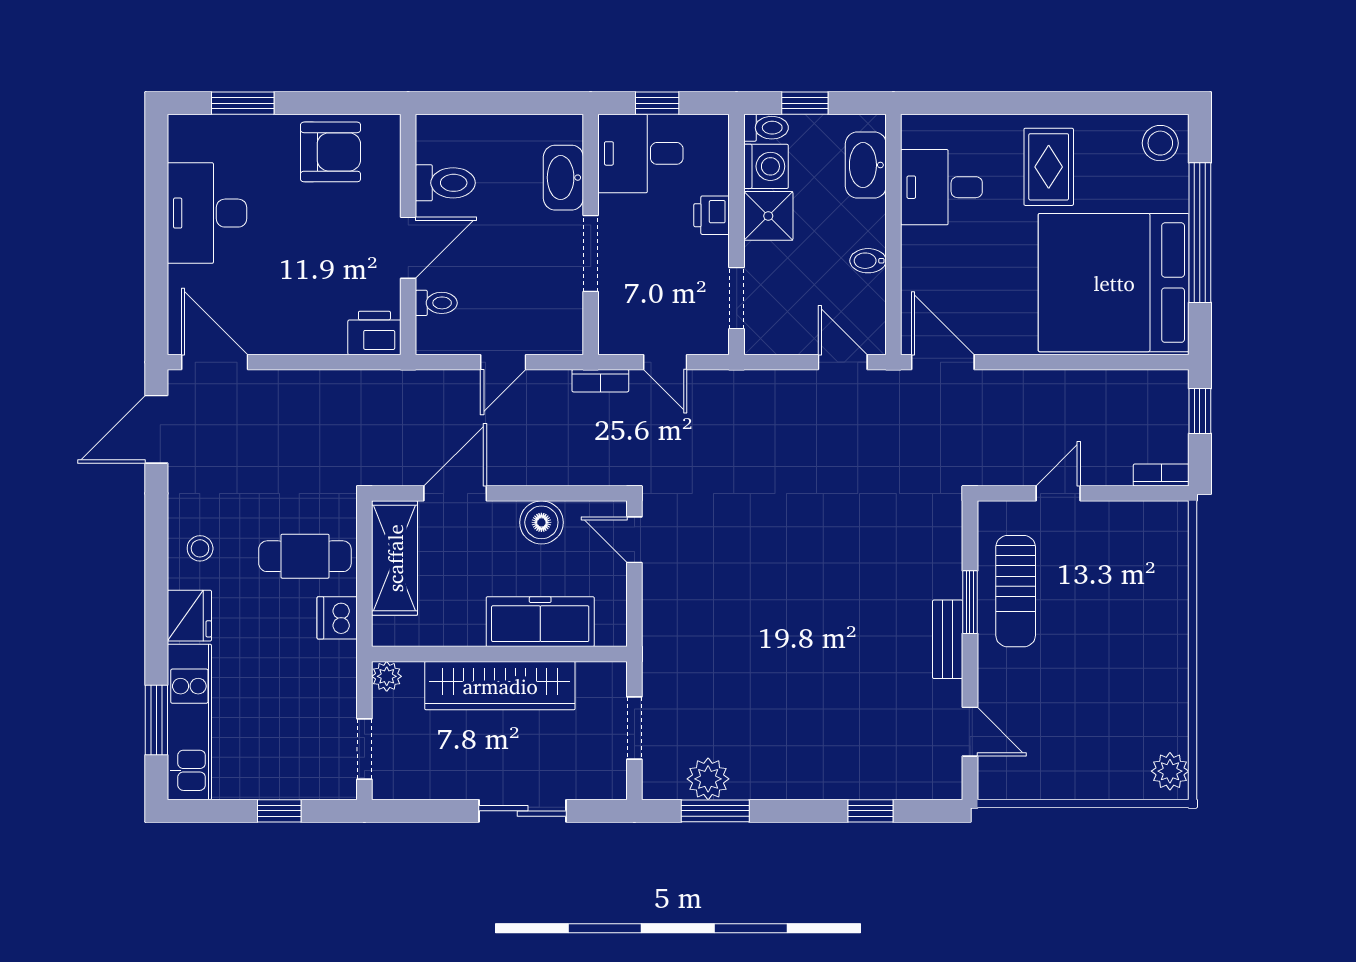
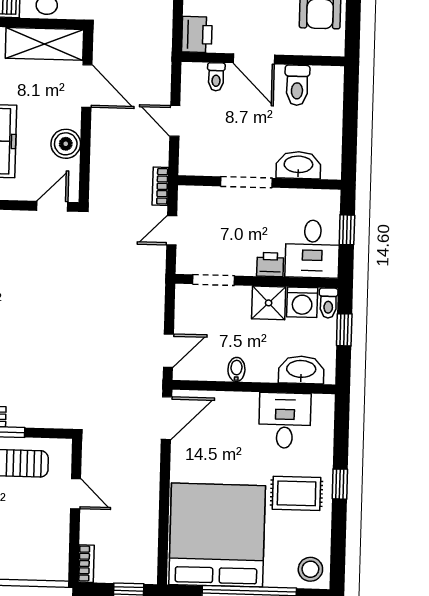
window: (1033, 103) -> (340, 484), added
desk: (640, 153) -> (312, 249), moved, turned 180

